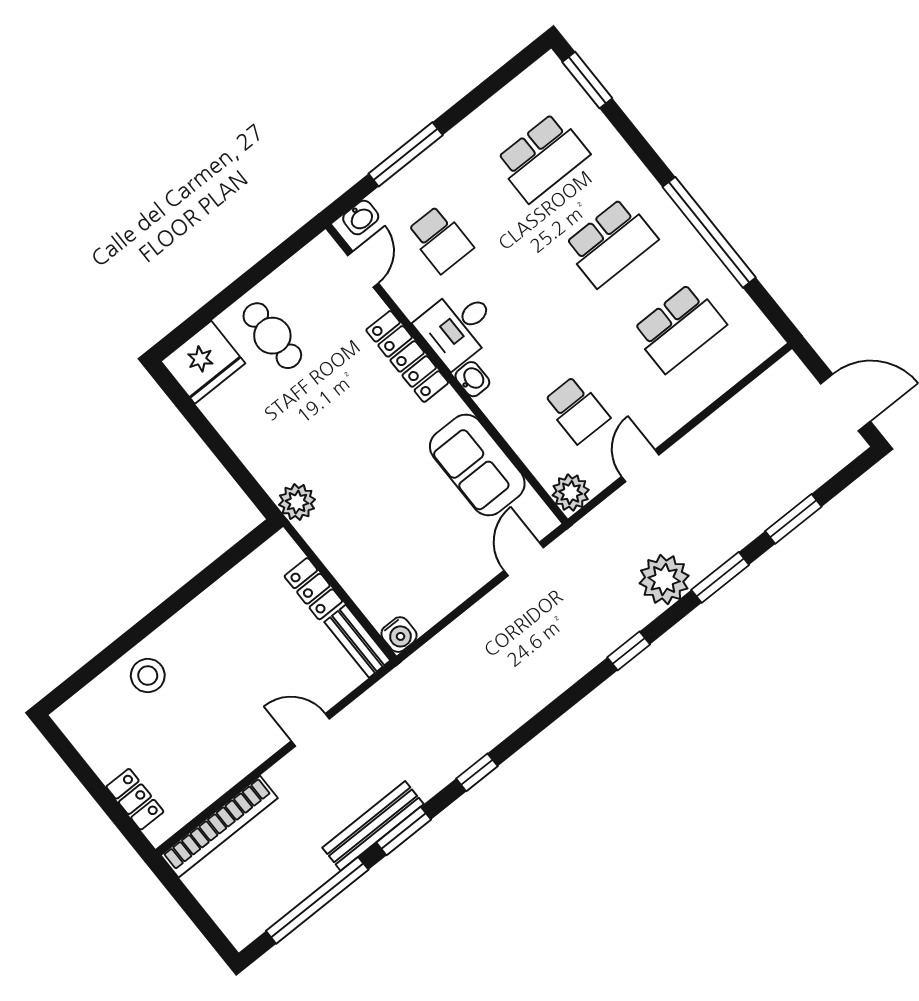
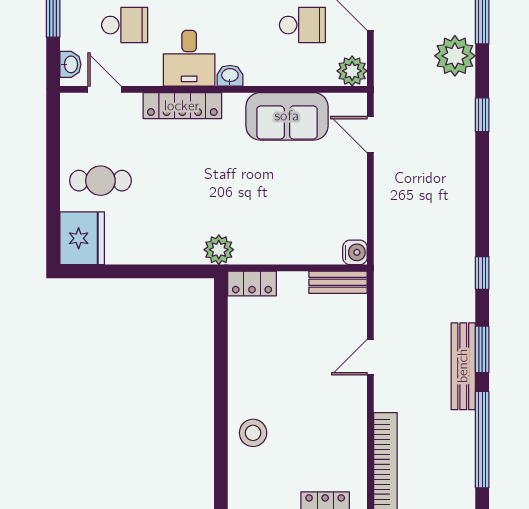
locker: (313, 589) -> (252, 283), moved

